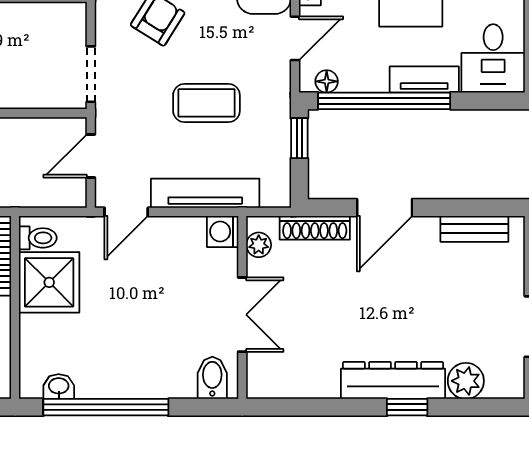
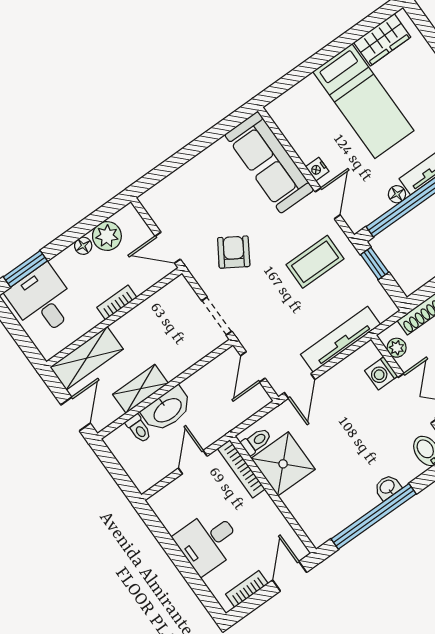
floor lamp: (327, 81) -> (397, 194), moved
coffee table: (206, 103) -> (315, 262), moved
washing machine: (223, 232) -> (381, 373), moved
washbasin: (59, 387) -> (387, 487), moved

